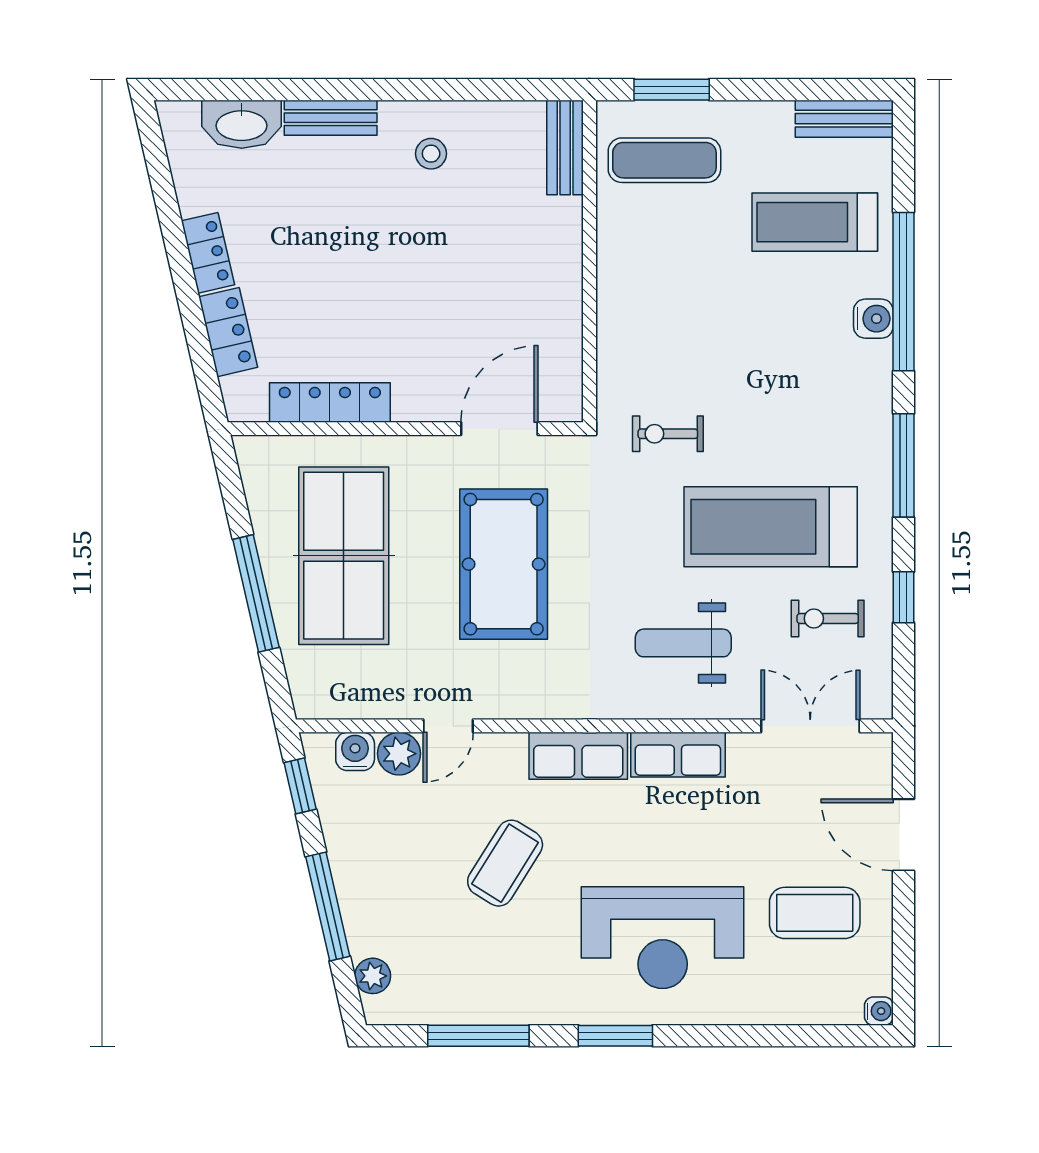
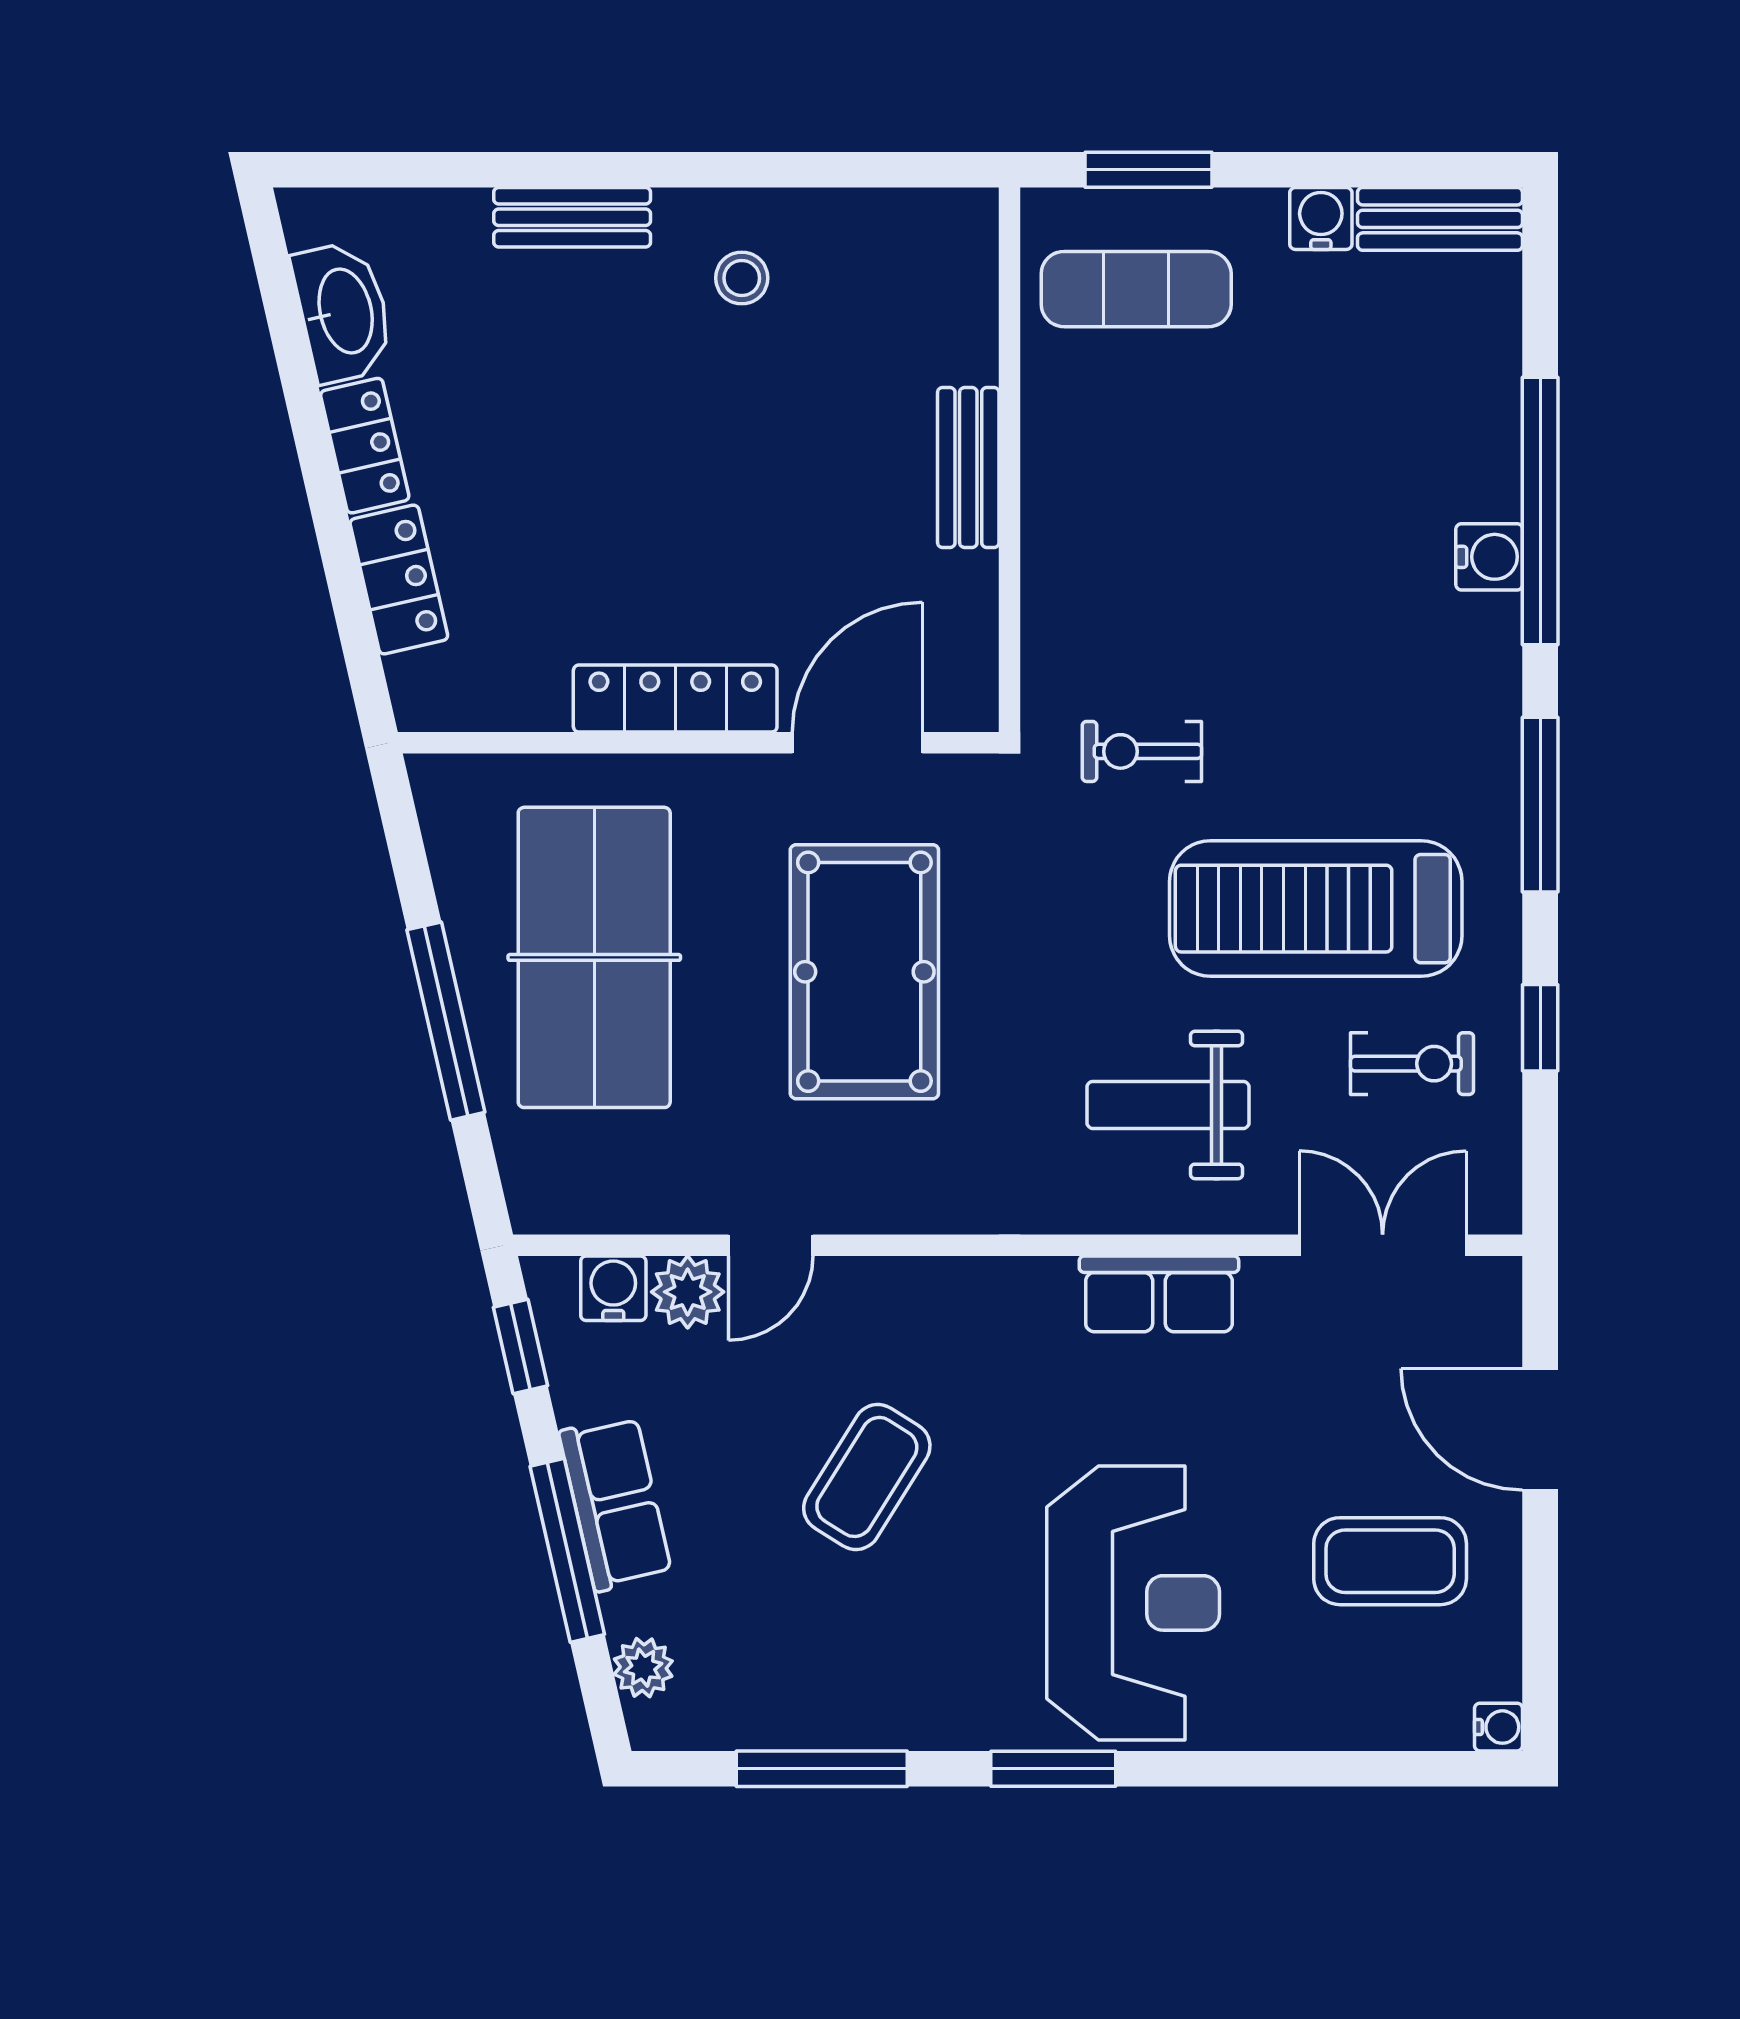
water cooler: (774, 118) -> (1321, 218), added
washbasin: (242, 124) -> (343, 312), moved, turned -103
bench: (565, 147) -> (968, 467), moved
treadmill: (815, 222) -> (1390, 394), removed
locker: (330, 402) -> (675, 699), moved
exercise bike: (828, 619) -> (1412, 1064), turned 180
row of seats: (578, 756) -> (615, 1503), moved, turned -103
reception desk: (663, 938) -> (1133, 1603), turned -90

